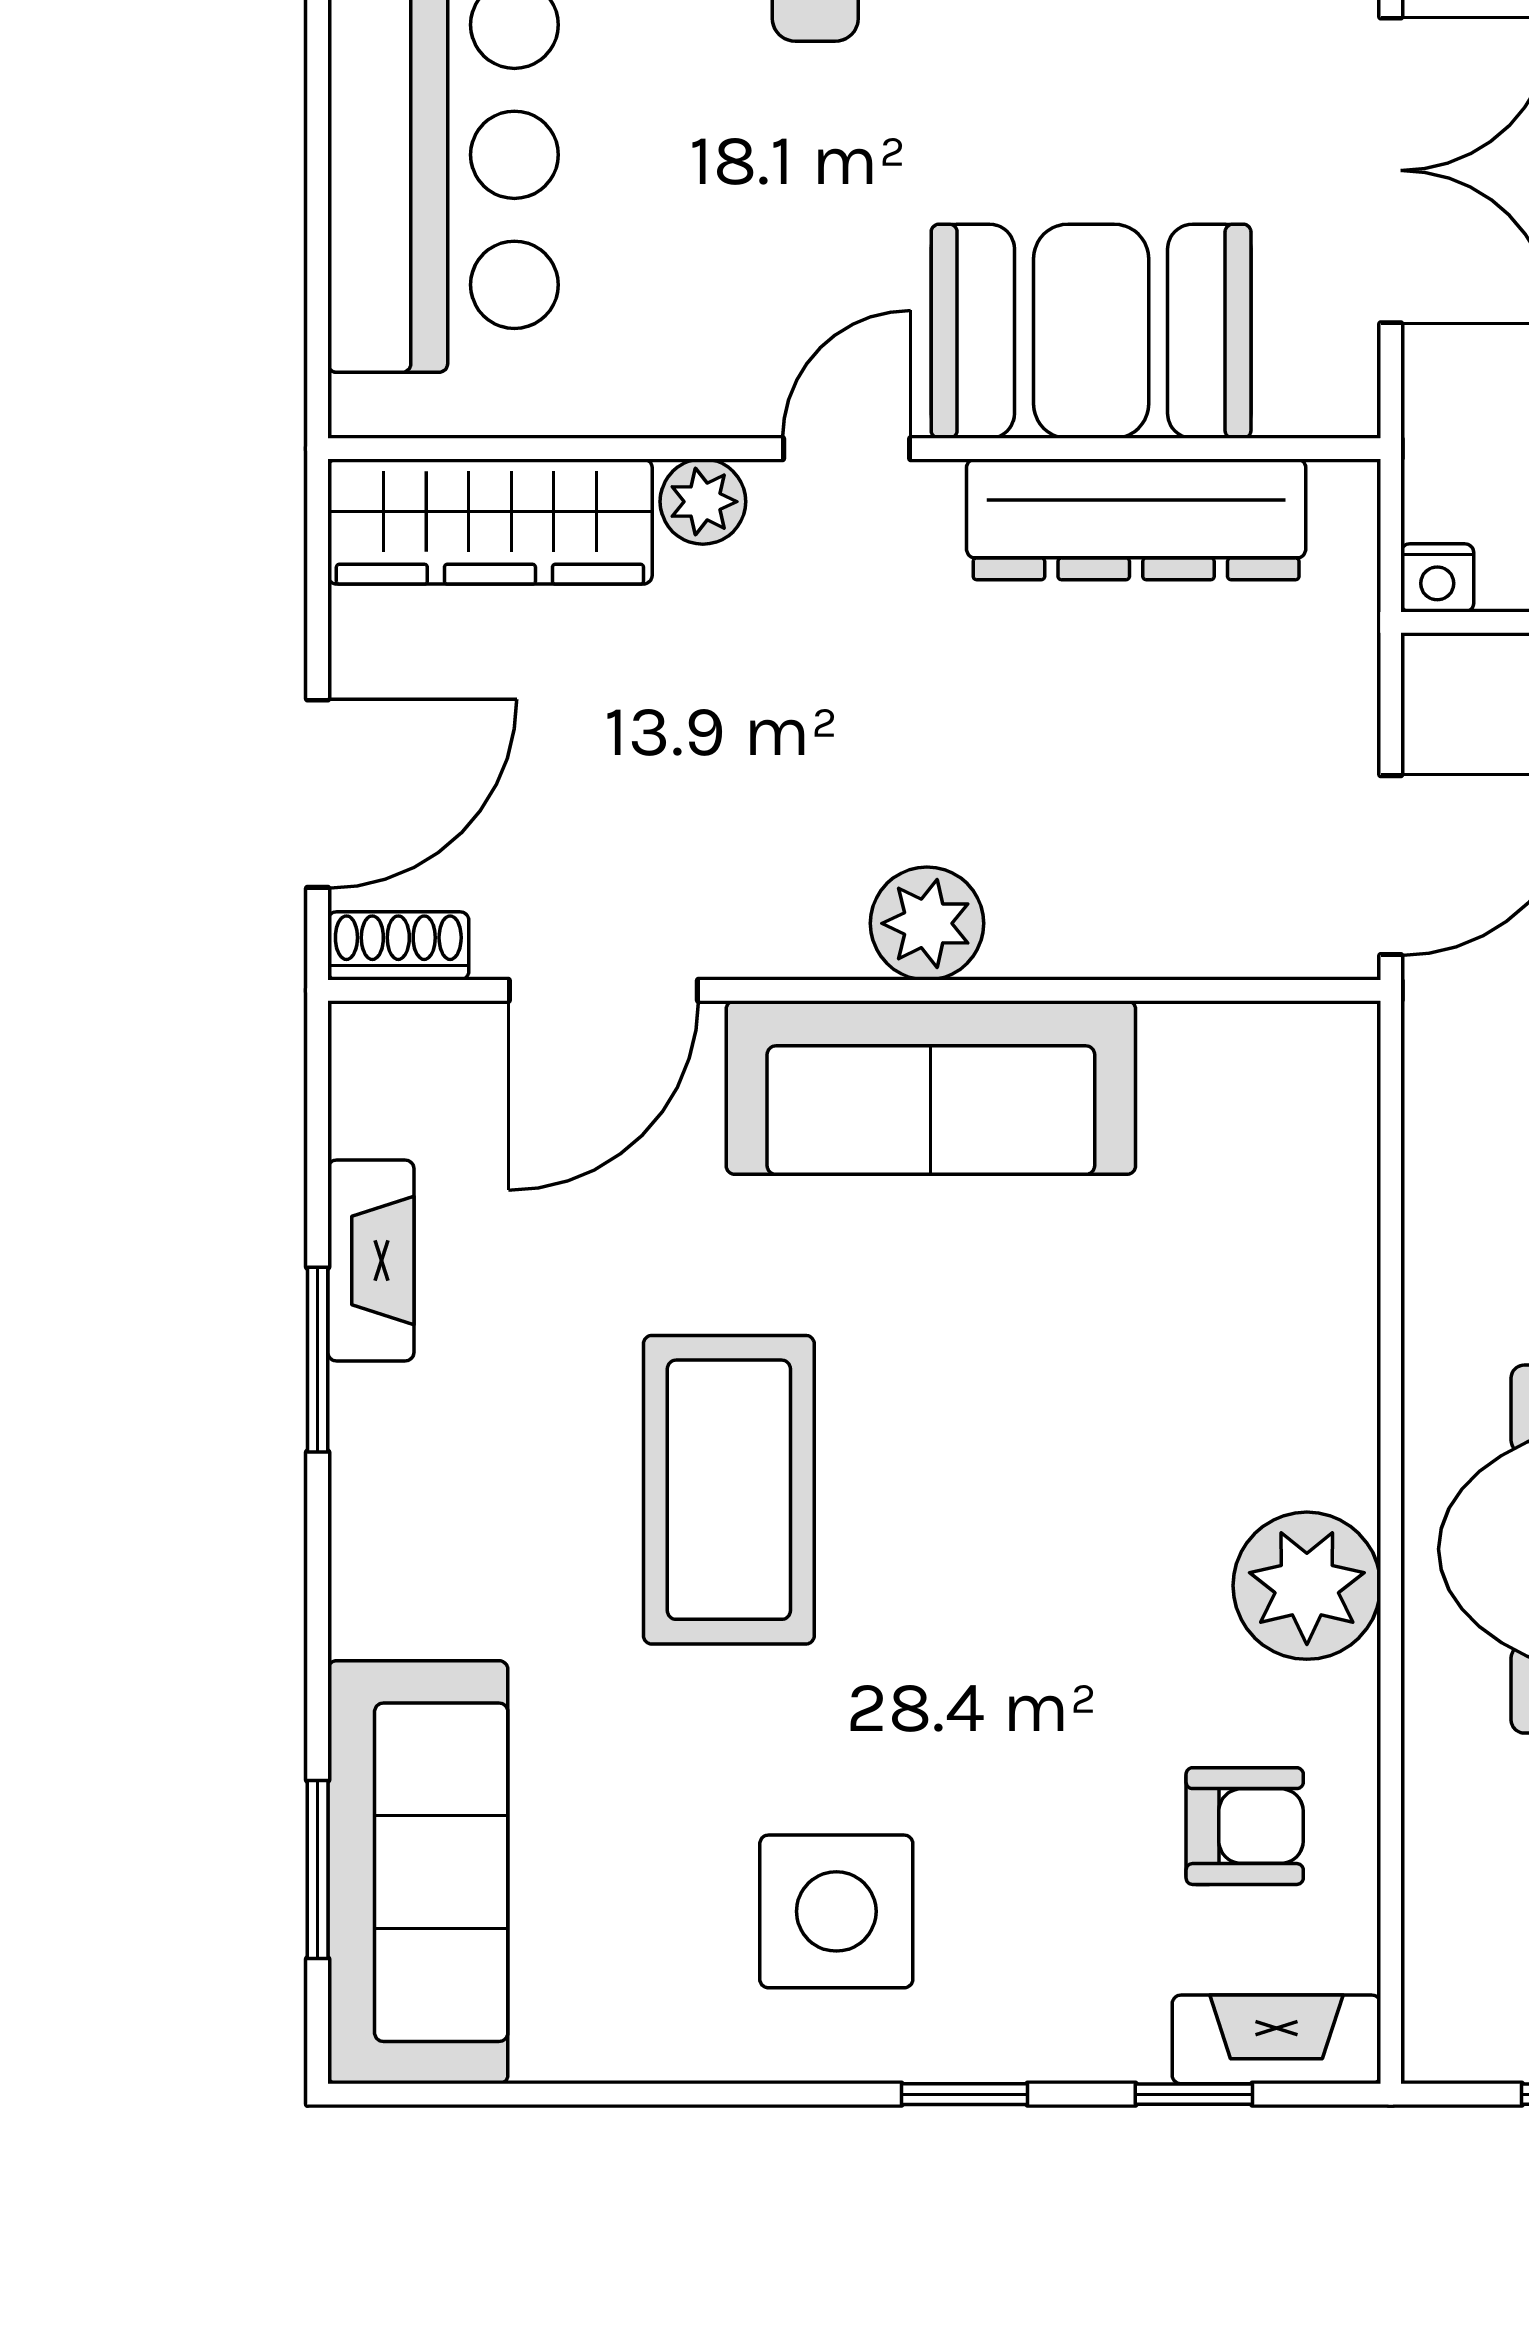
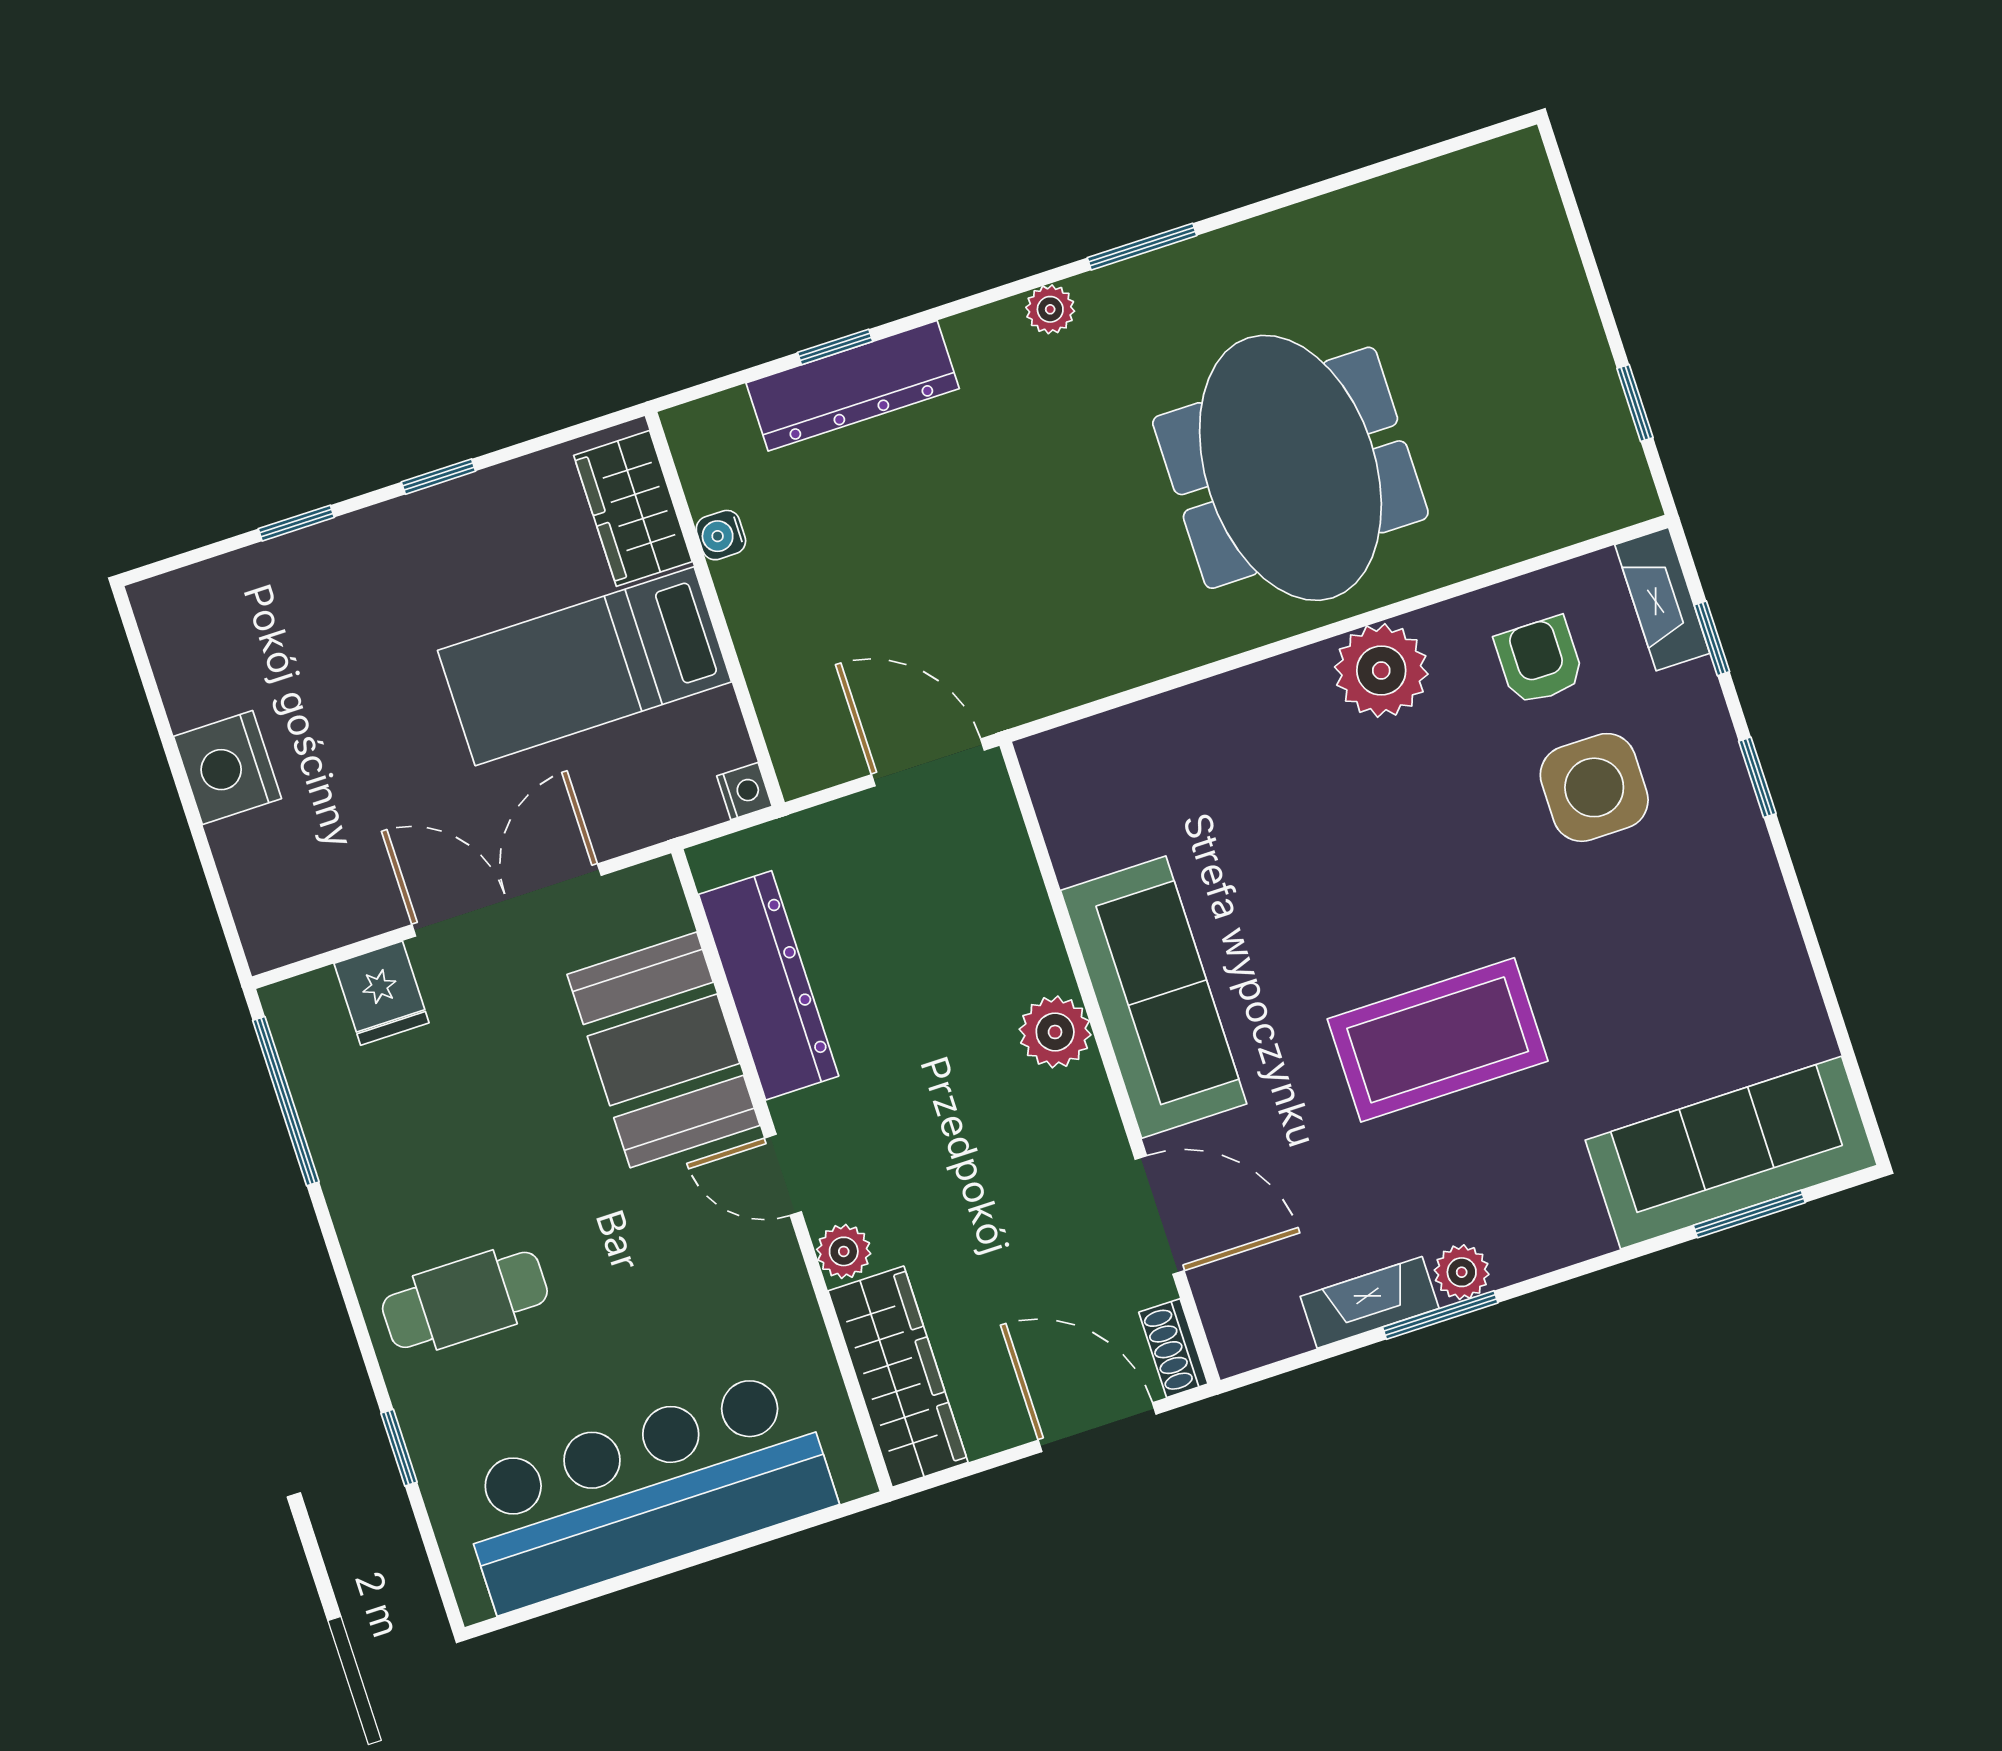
plant: (371, 1412) -> (1462, 1272), added
side table: (836, 1911) -> (1594, 787), moved

